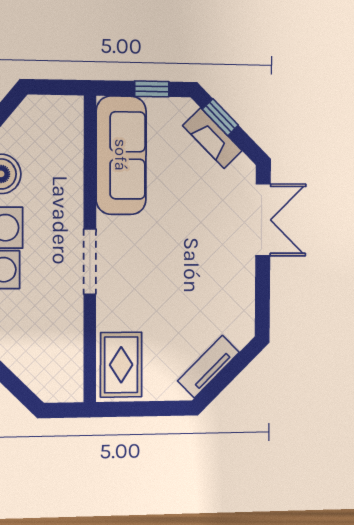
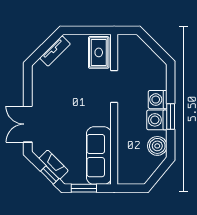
window: (152, 89) -> (84, 188), width x1.50
doorway: (90, 262) -> (114, 87), moved

